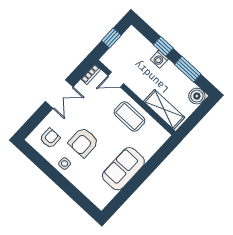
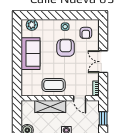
door: (116, 80) -> (80, 98), swing flipped
shelving: (164, 109) -> (50, 106), moved
plant: (96, 196) -> (32, 25), added

